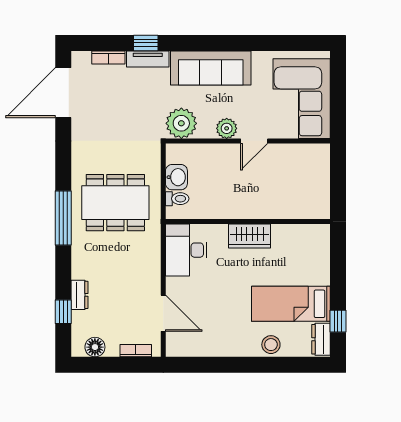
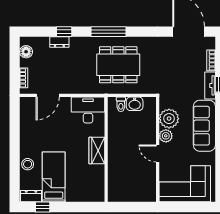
plant: (181, 123) -> (169, 119), moved
dining table: (115, 203) -> (118, 65), turned 90
window: (63, 312) -> (64, 32), moved

